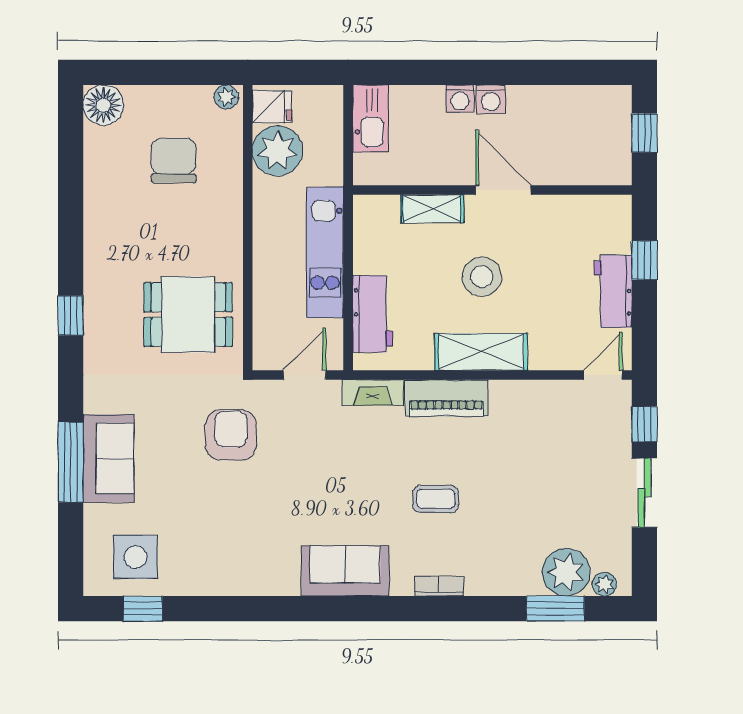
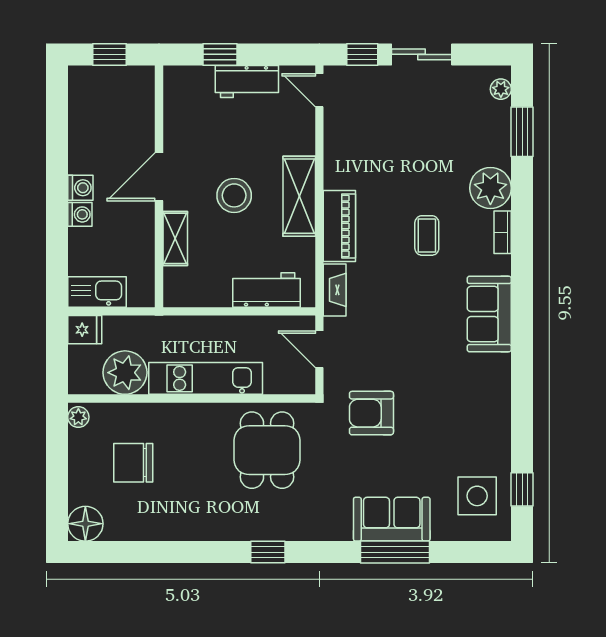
fridge: (272, 107) -> (85, 330), moved, turned 90
kitchen unit: (325, 253) -> (206, 378), moved, turned 180
plant: (566, 572) -> (490, 188), moved

